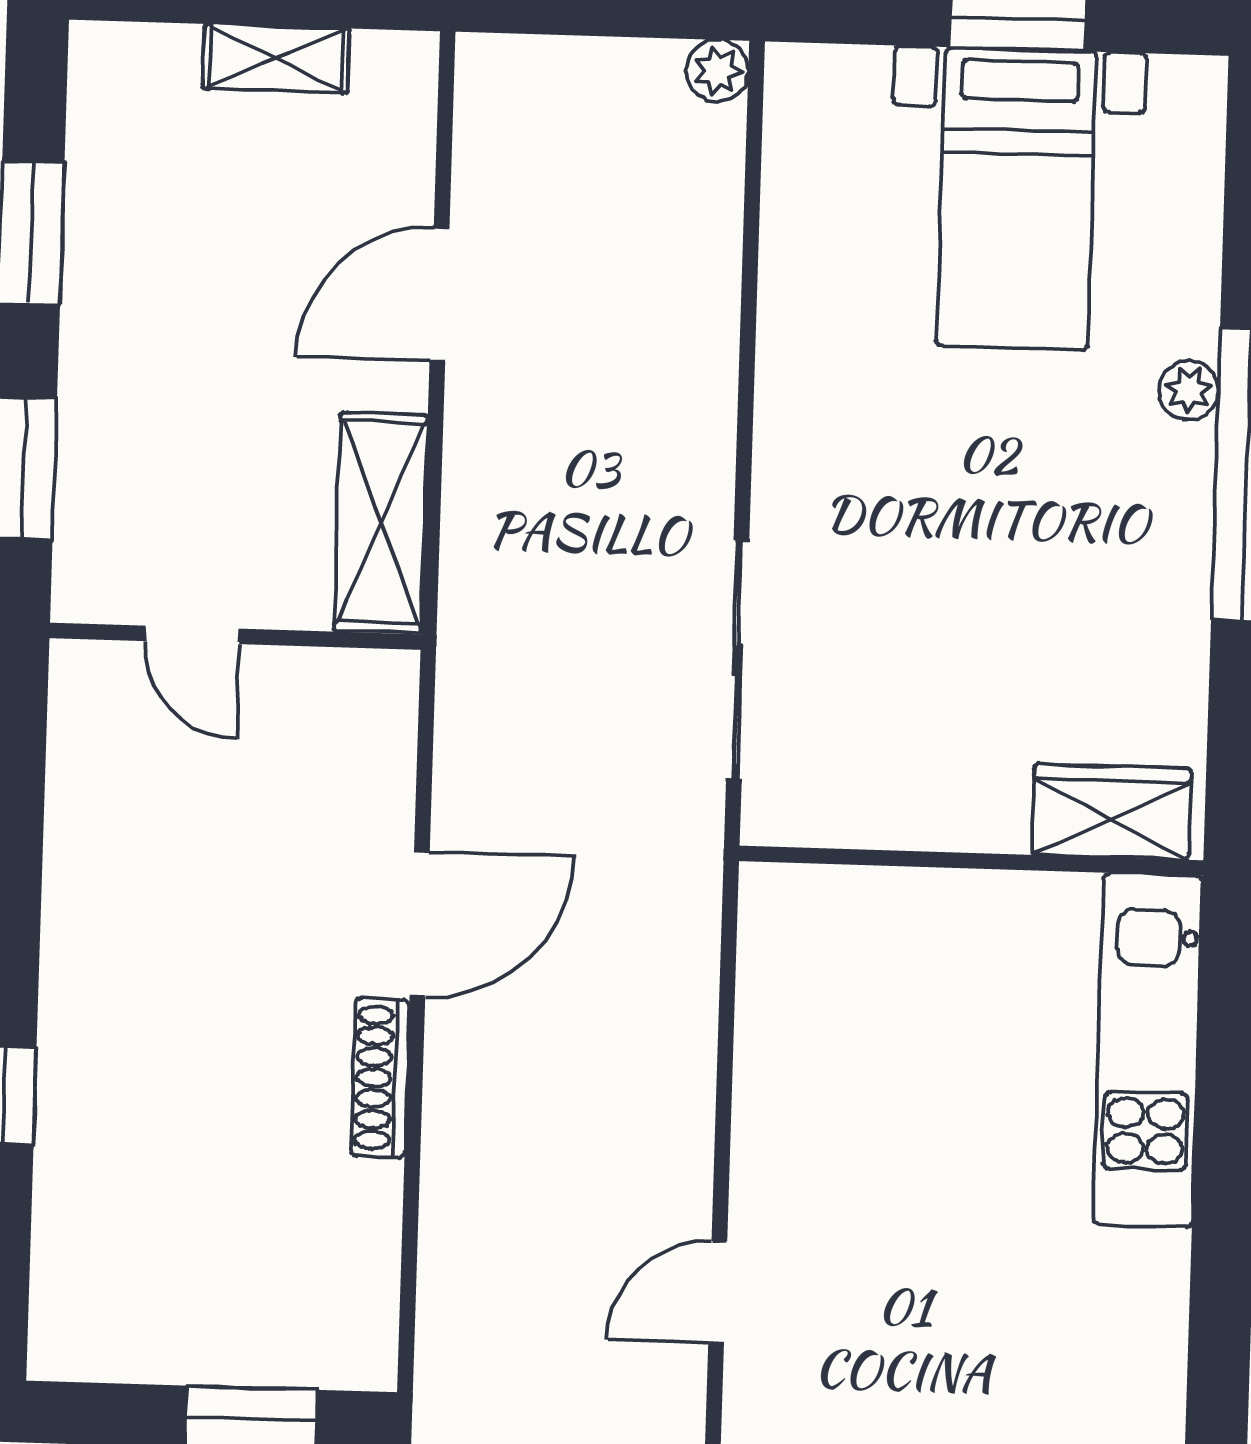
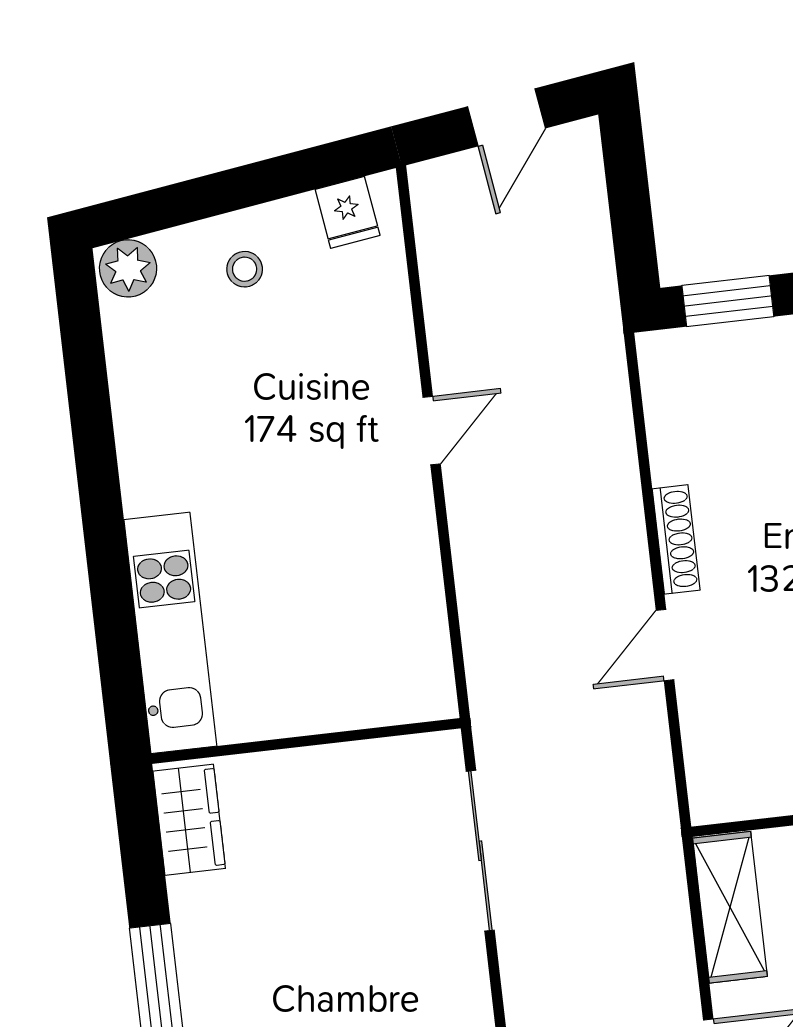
wardrobe: (1111, 812) -> (189, 820), moved, turned -90
door: (420, 924) -> (665, 645), width x0.73

